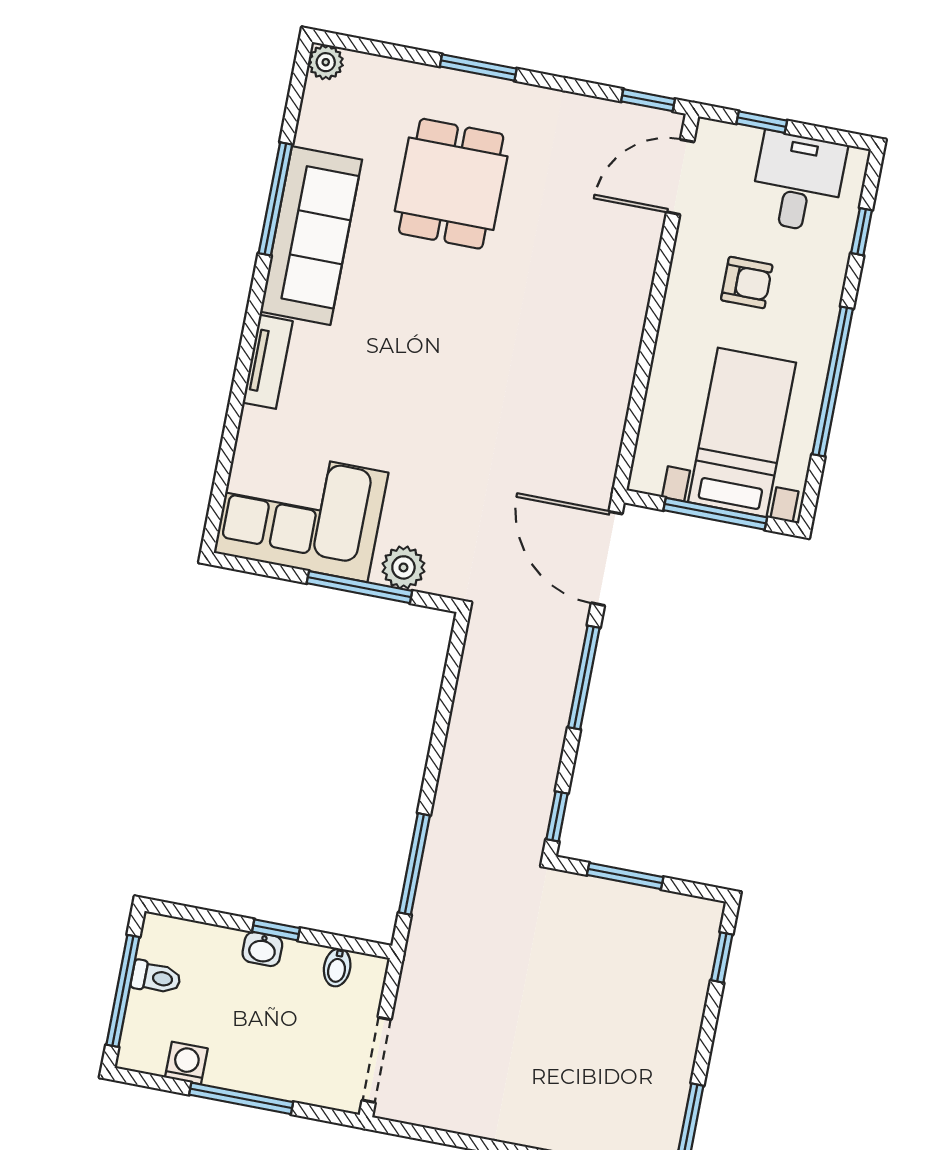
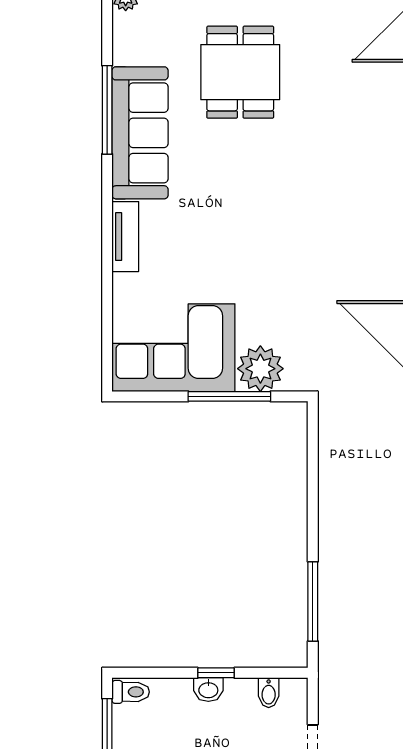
plant: (403, 567) -> (260, 369), width x1.36, depth x1.36
toilet: (156, 977) -> (131, 692), moved

